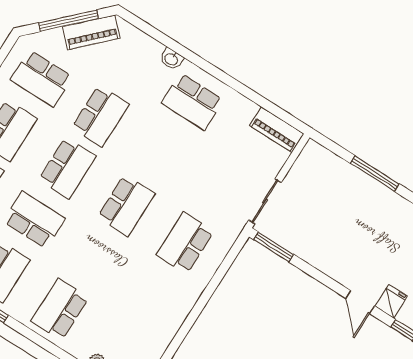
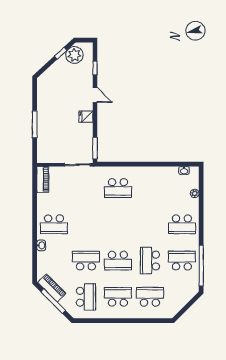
school desk: (192, 102) -> (54, 224), turned 90
school desk: (67, 168) -> (118, 261), turned 180
school desk: (126, 205) -> (118, 224), removed
fridge: (391, 301) -> (86, 117), moved
door: (360, 302) -> (95, 95), hinge flipped

